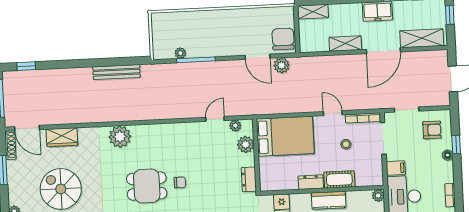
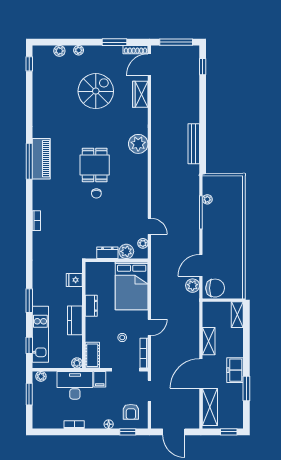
door: (383, 51) -> (201, 373), hinge flipped
window: (456, 145) -> (128, 432), moved
dresser: (249, 179) -> (107, 253), moved
cot: (339, 179) -> (92, 355), moved

